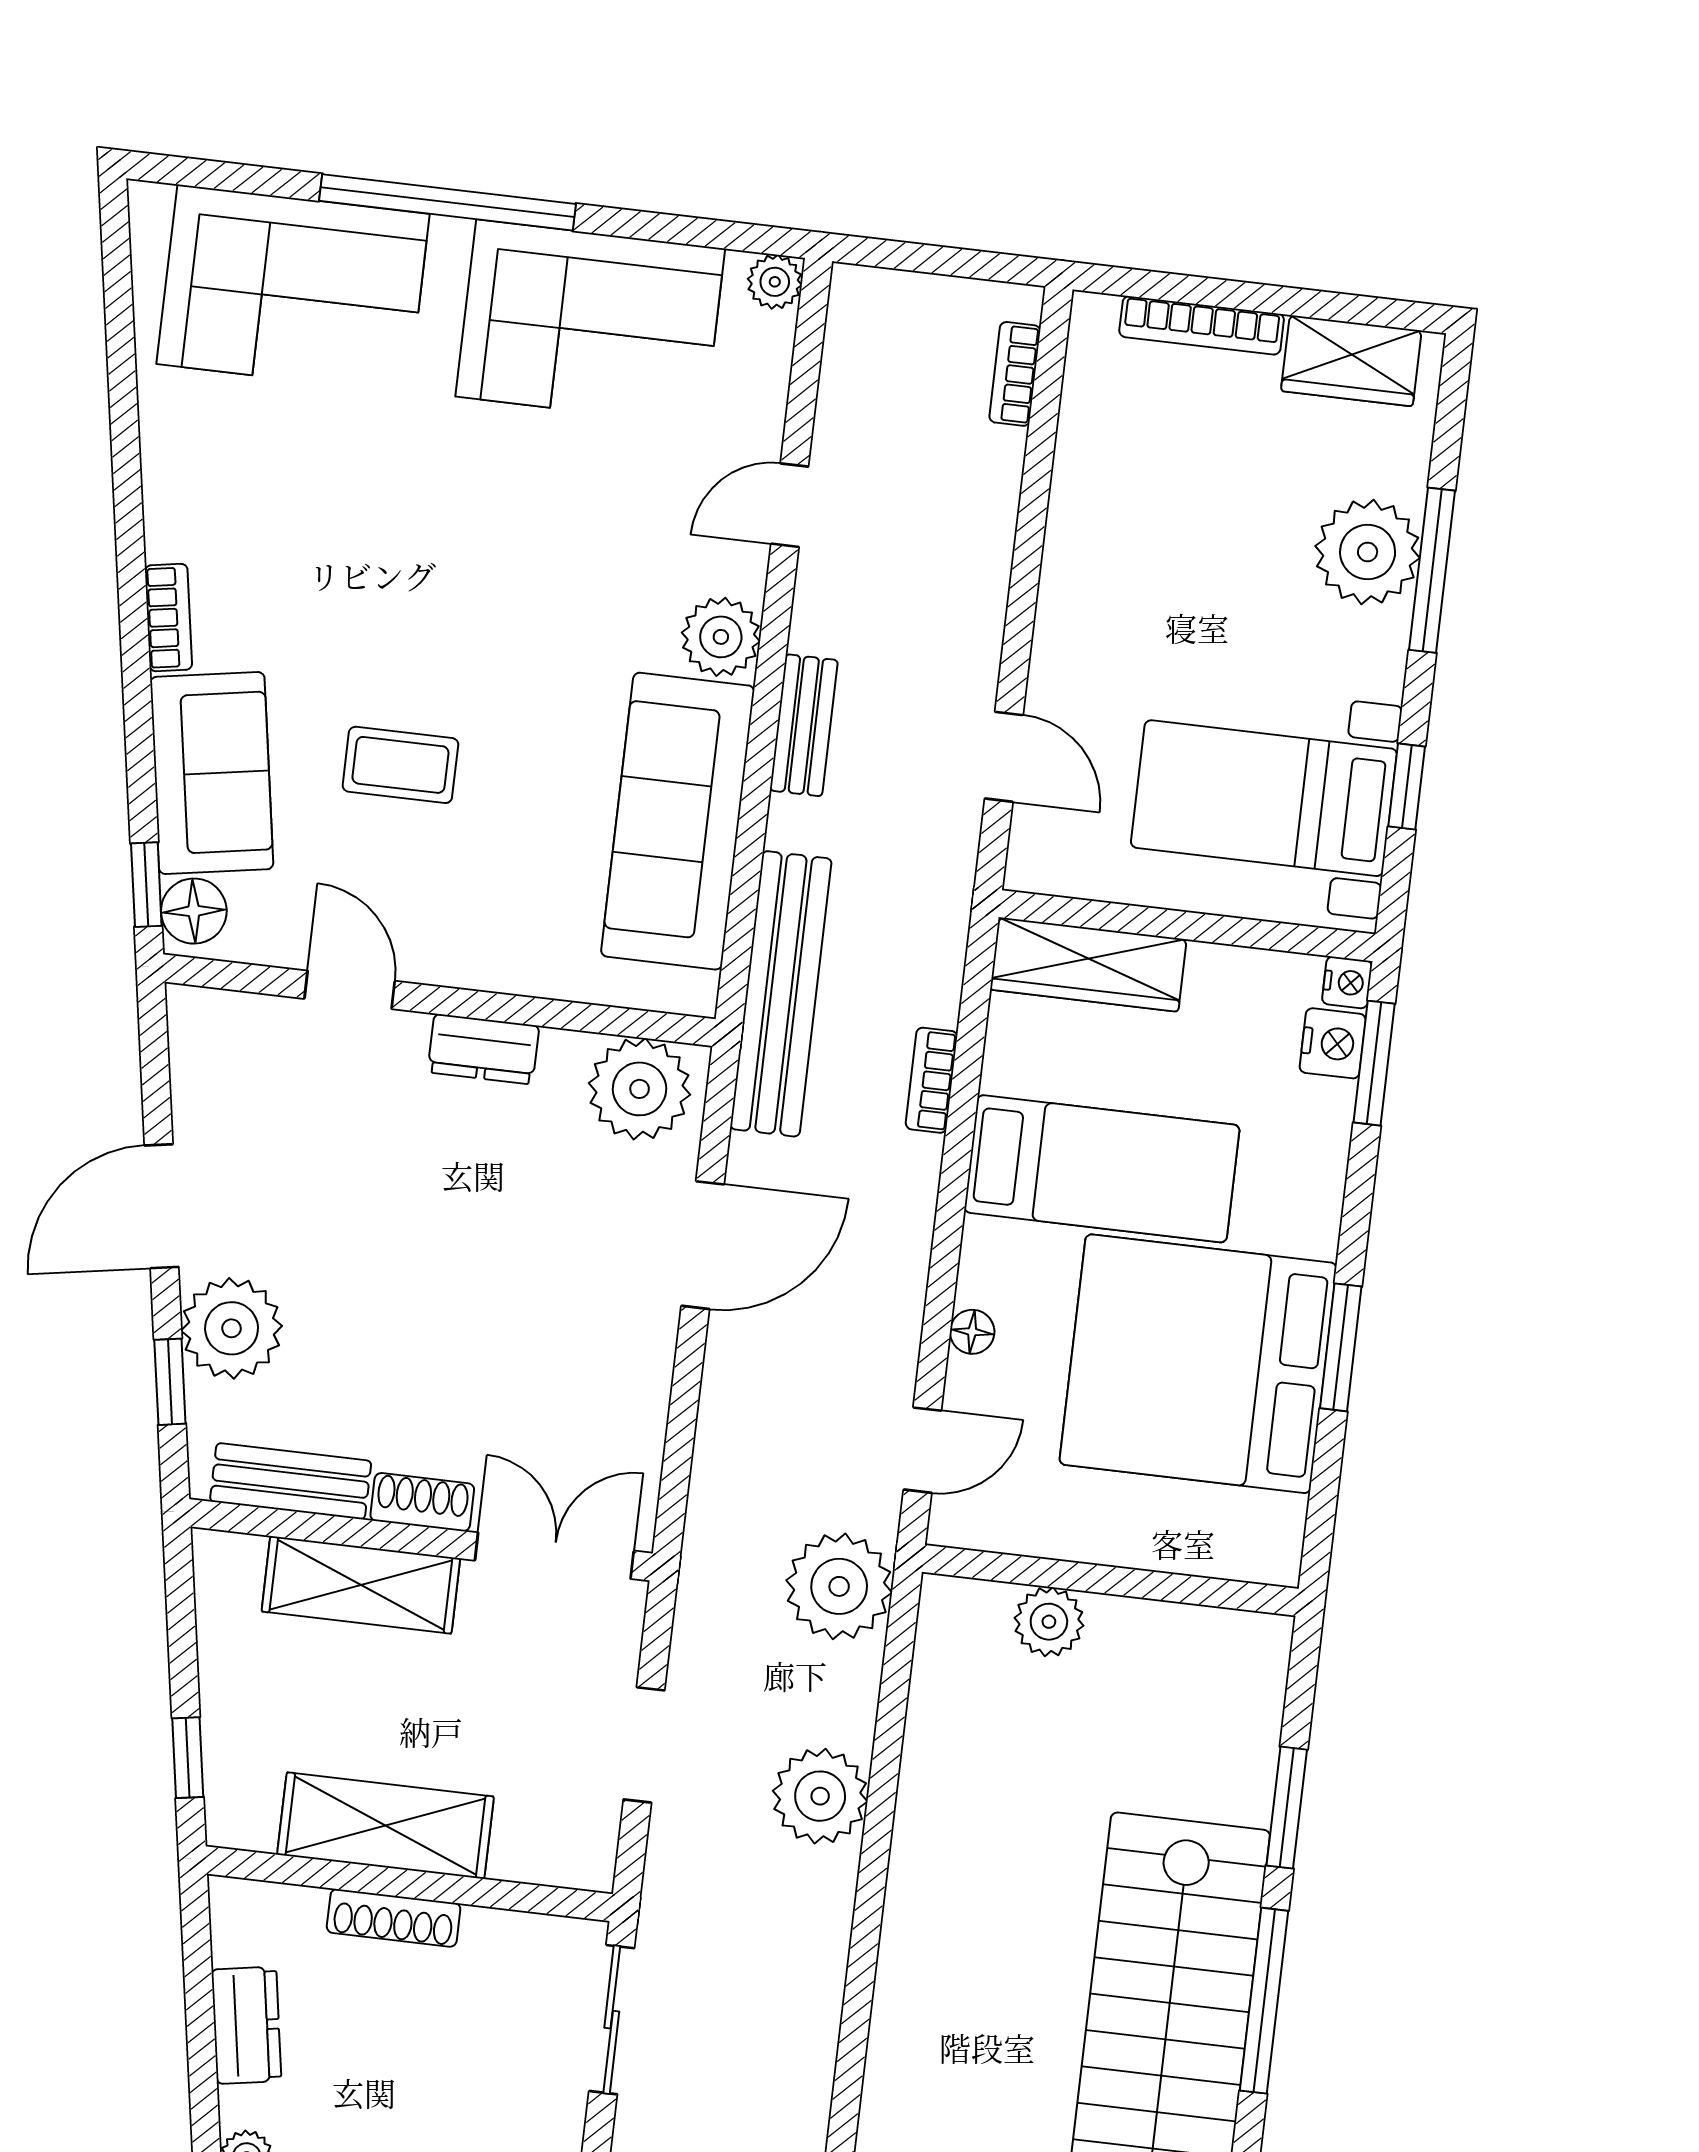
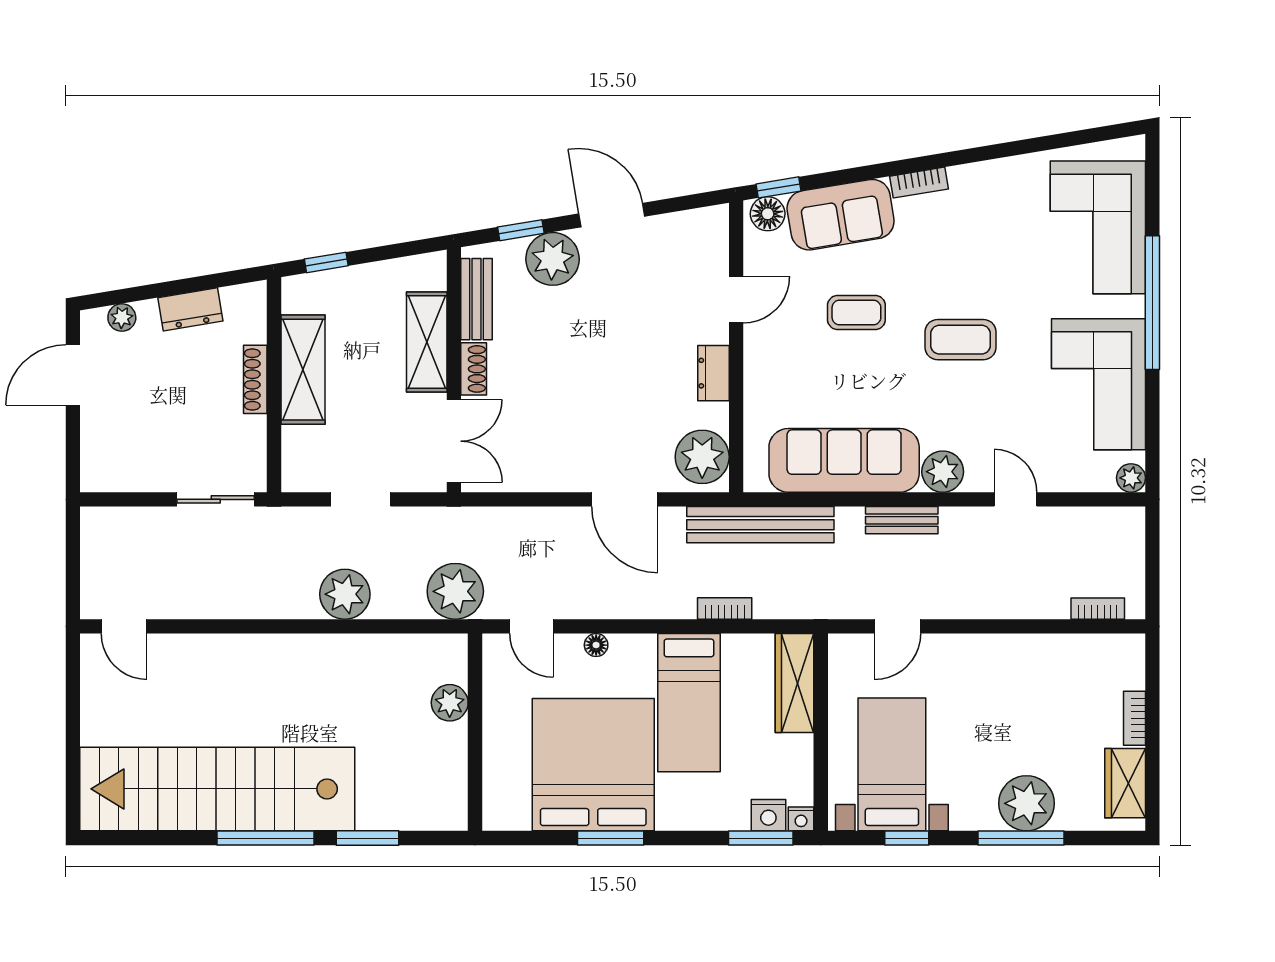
bookcase: (1202, 325) -> (1134, 718), width x0.64
coffee table: (475, 574) -> (961, 340), added
coffee table: (400, 765) -> (856, 312), turned 90

